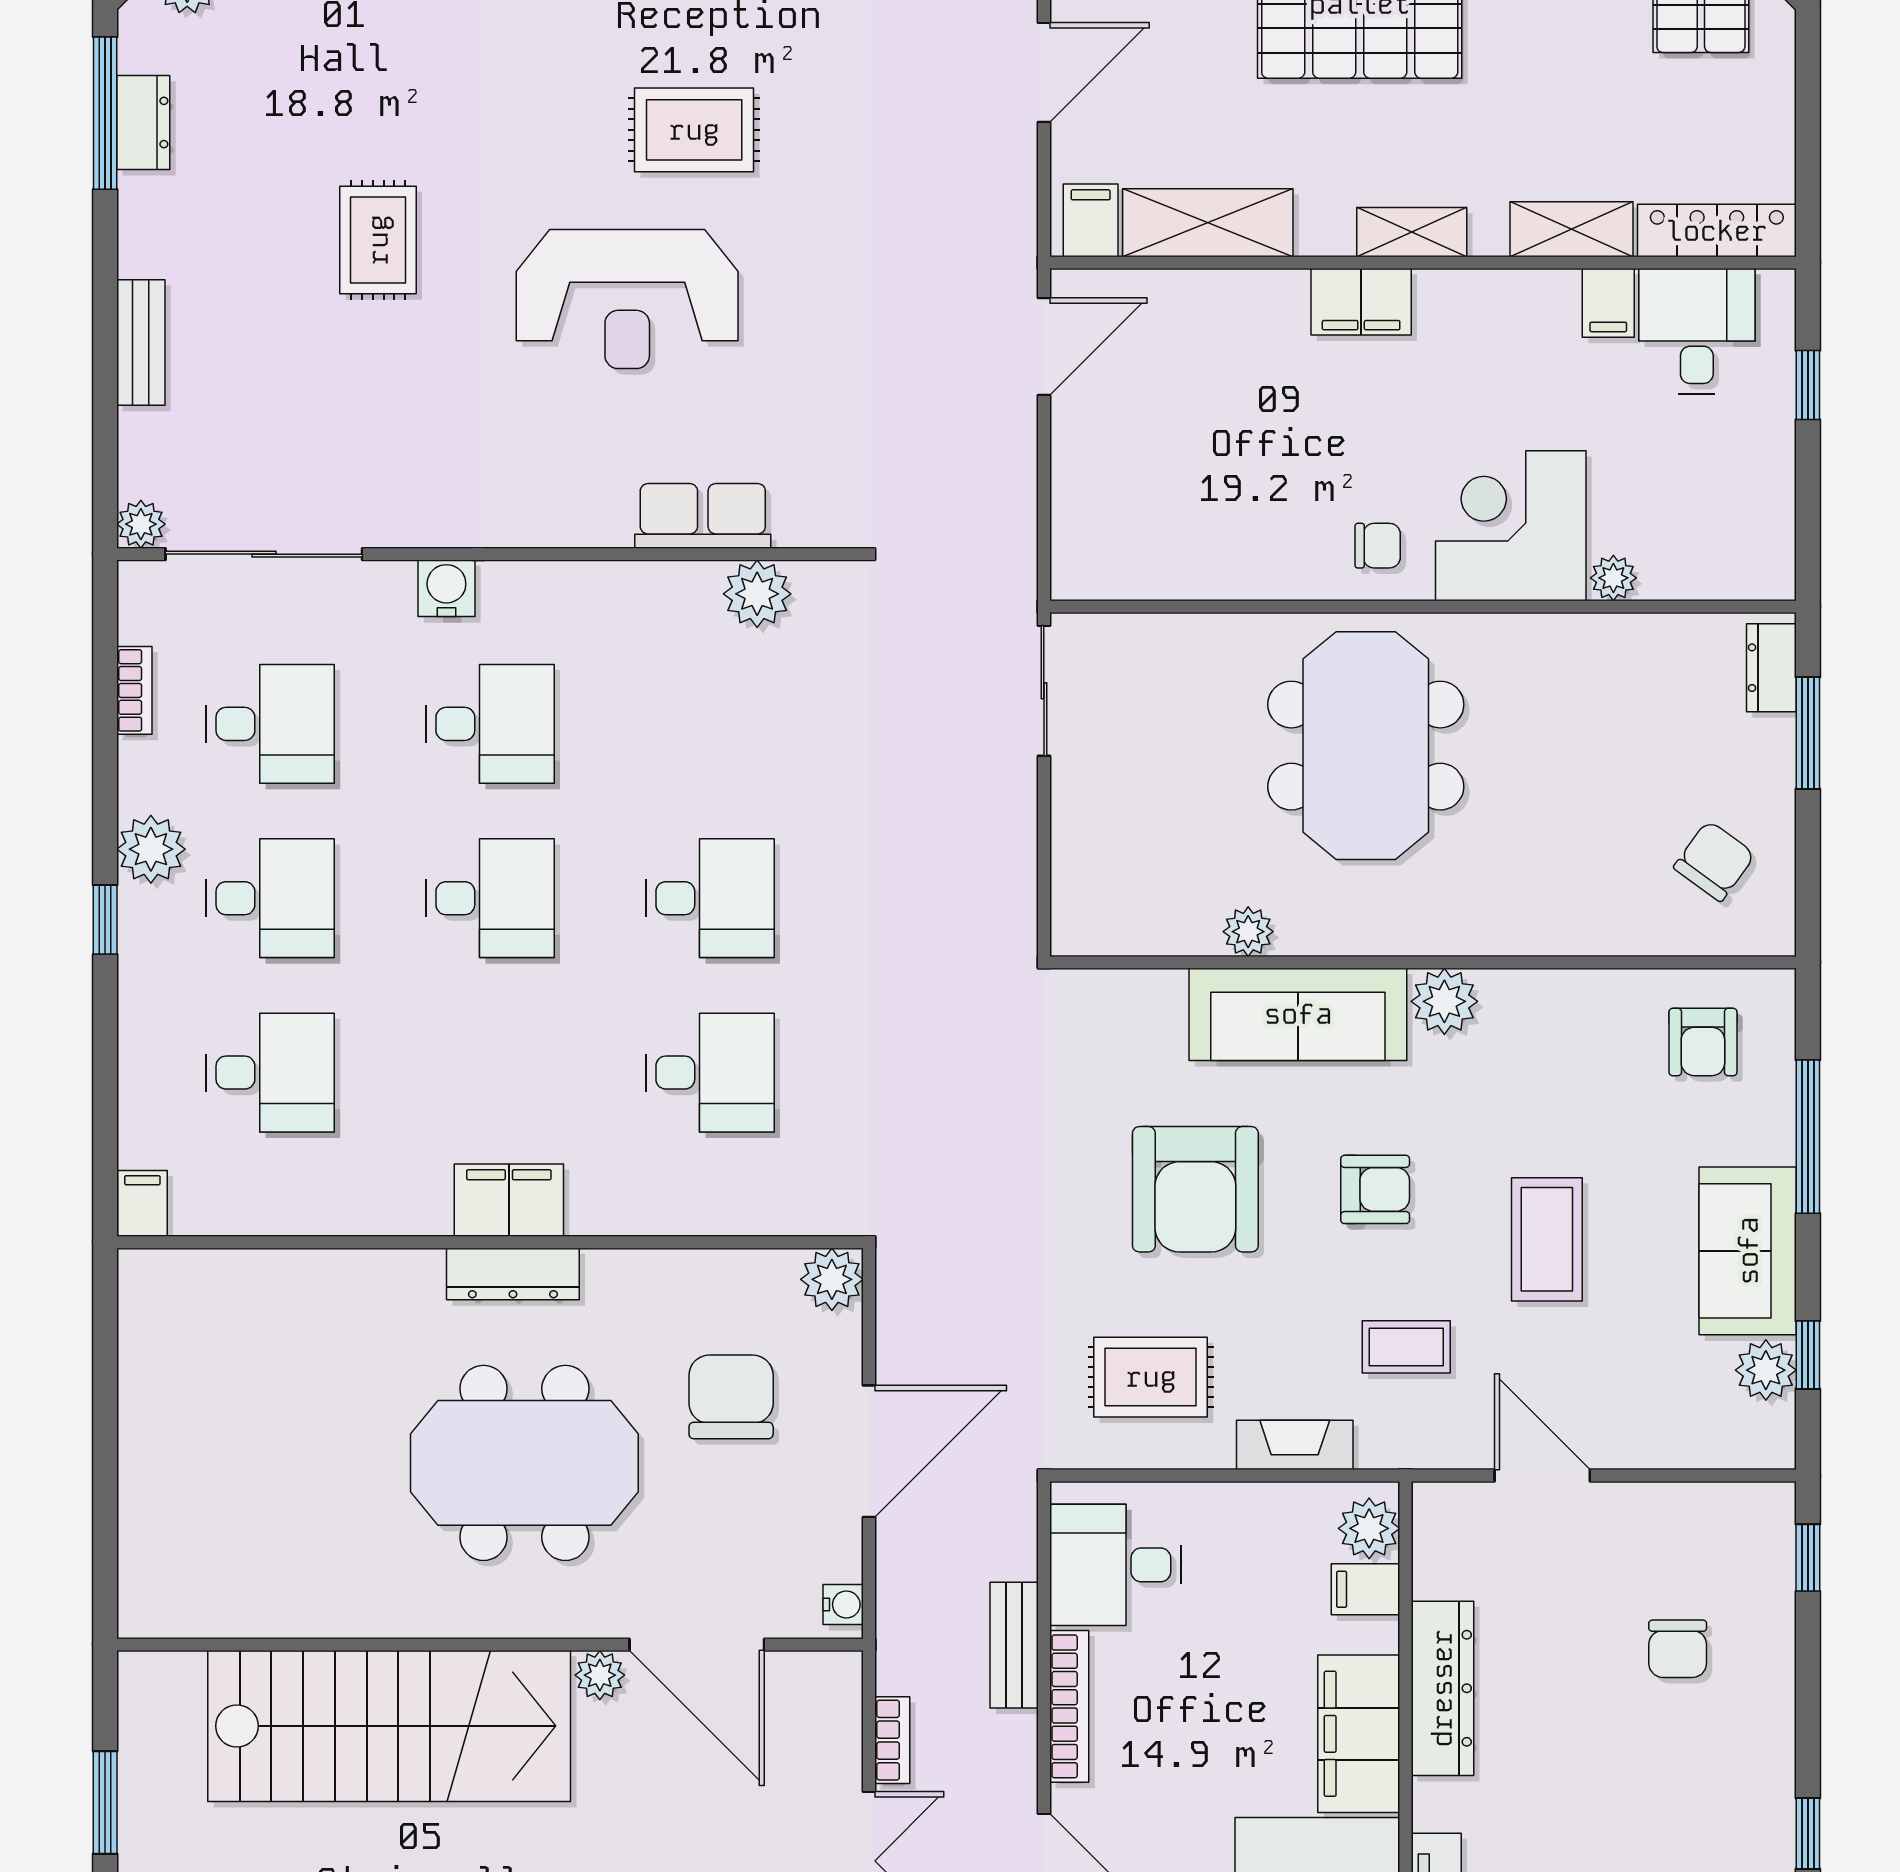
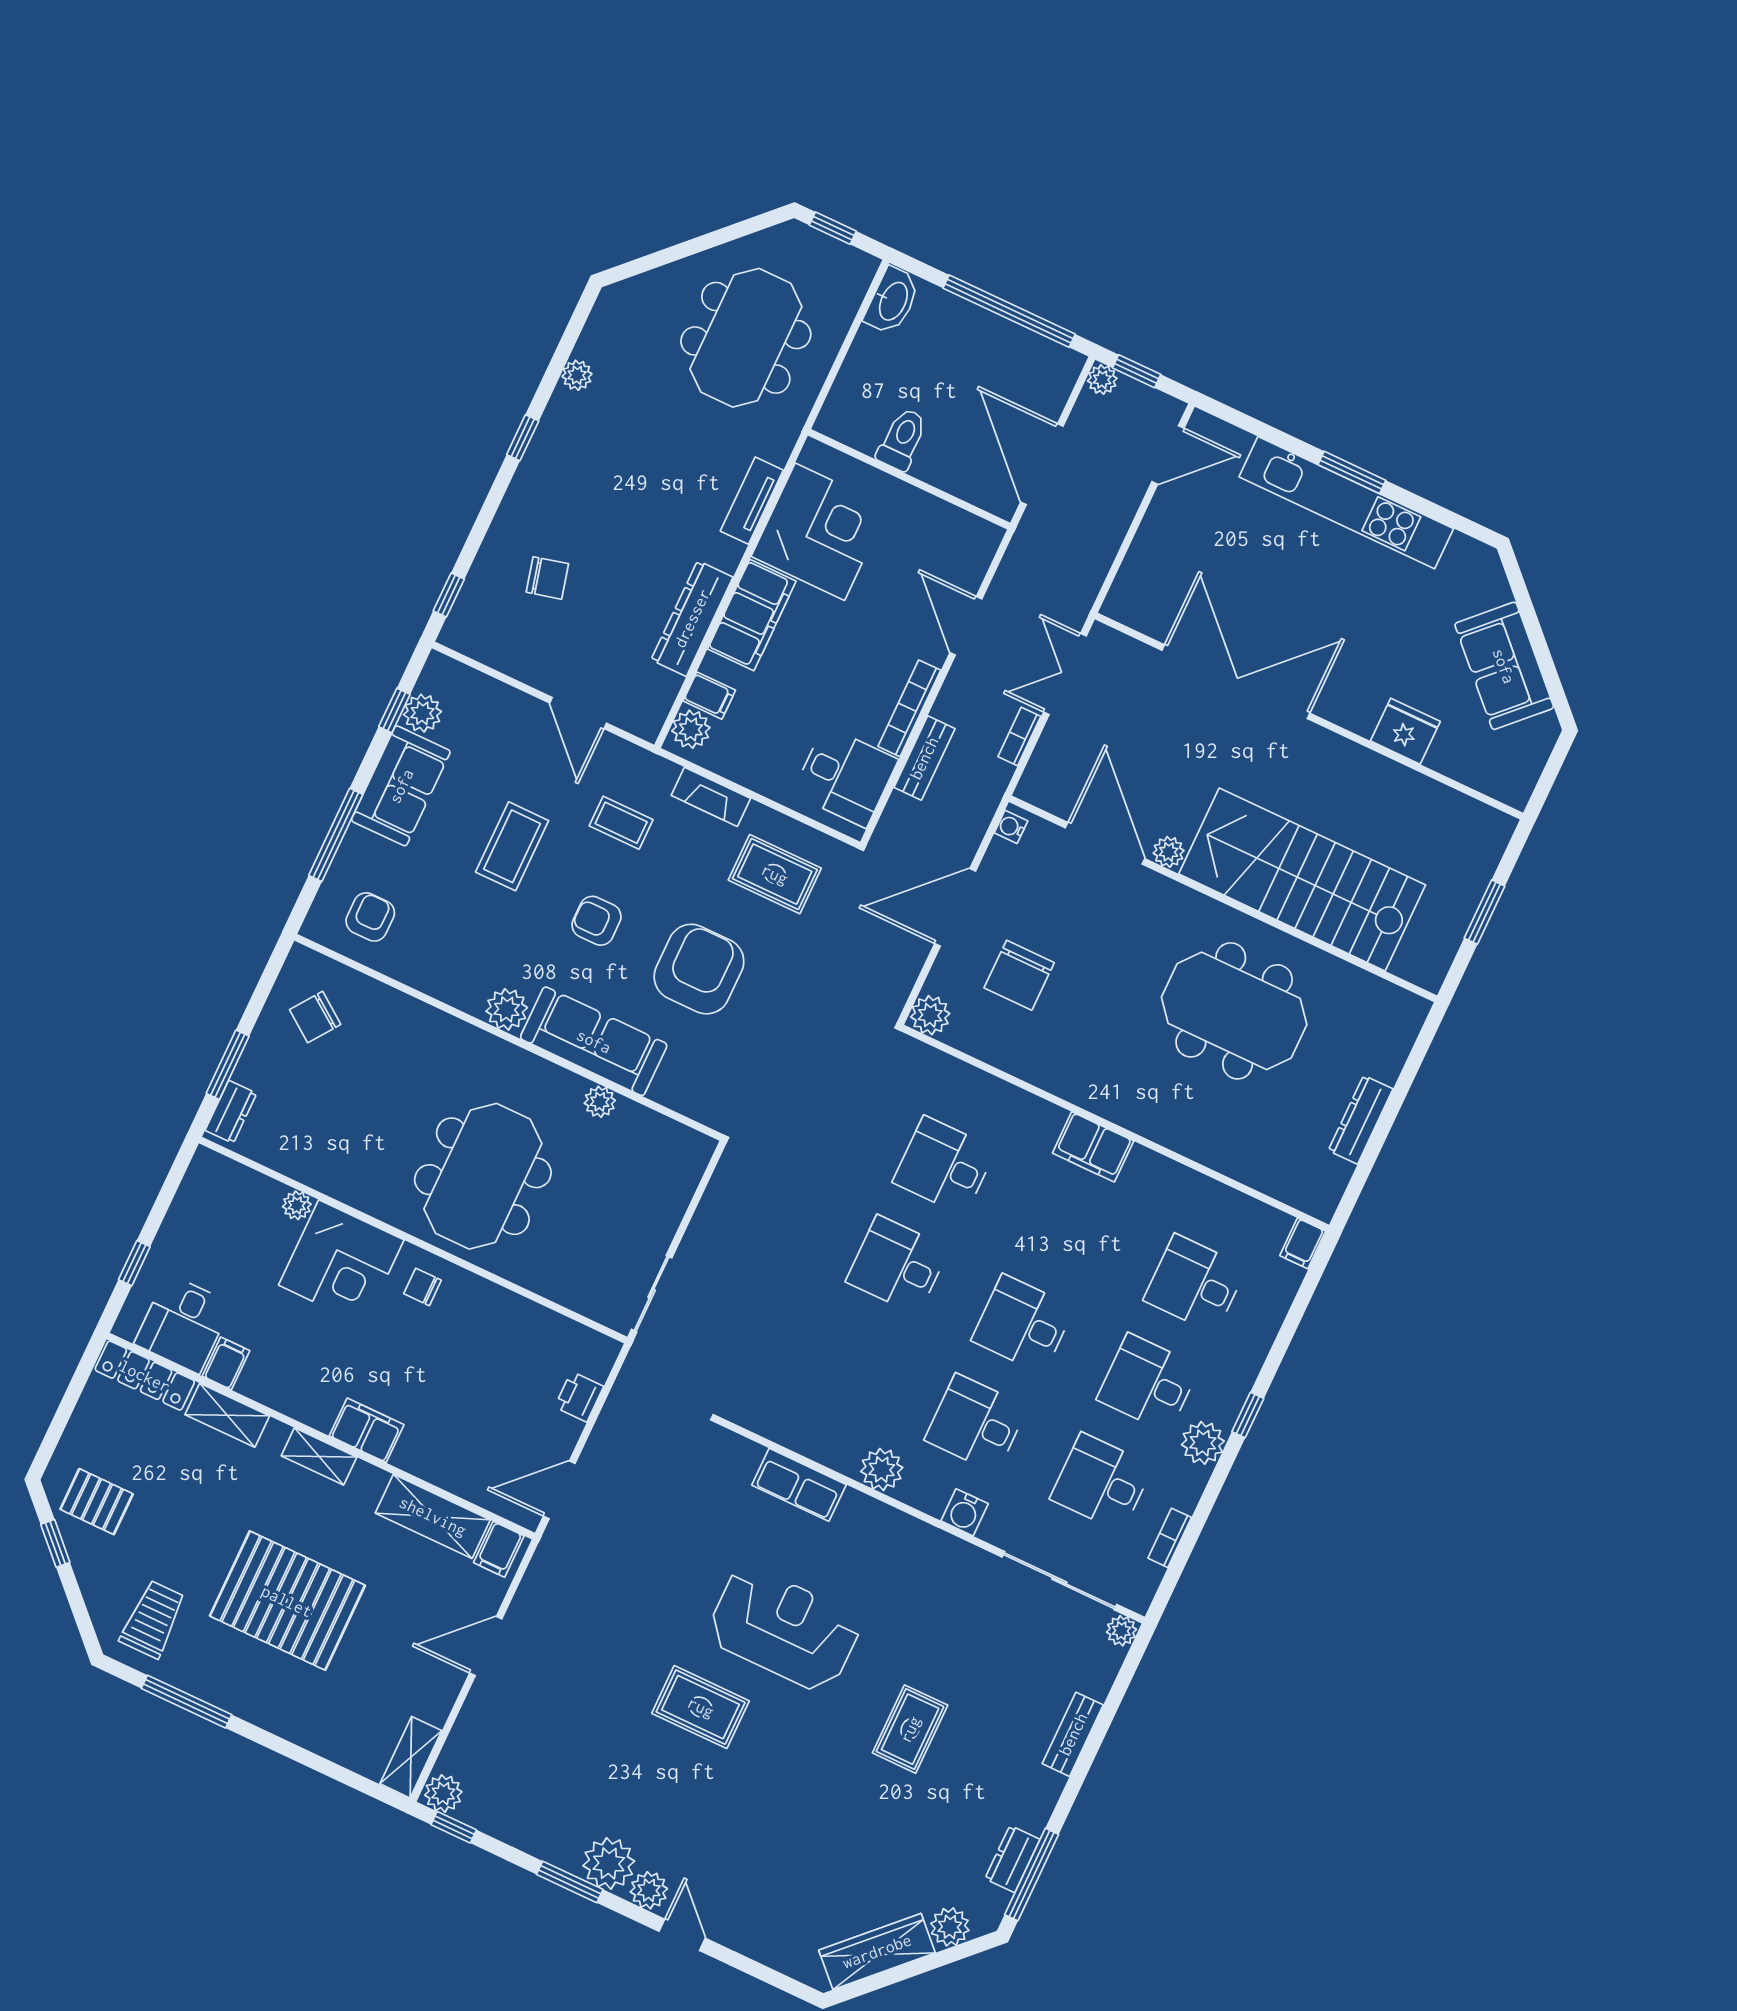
printer: (1078, 494) -> (579, 1397), added
plant: (757, 594) -> (882, 1470), moved
dresser: (513, 1274) -> (1361, 1120), moved, turned -90
meeting table: (524, 1463) -> (1234, 1011), moved
chair: (1678, 1649) -> (547, 578), turned 76

